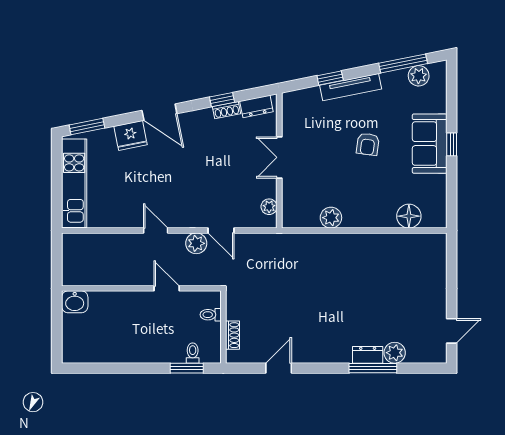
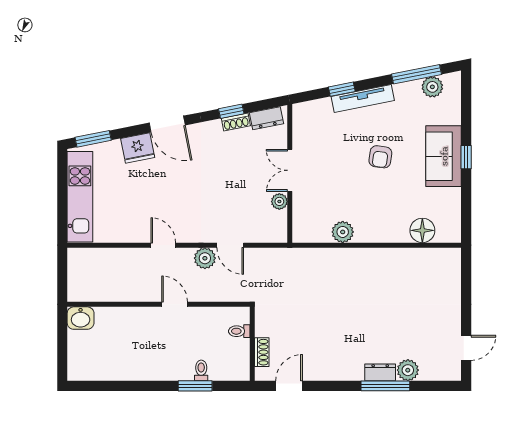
plant: (269, 207) -> (279, 201), moved
toilet: (211, 315) -> (239, 331), moved
wall: (223, 327) -> (252, 344), moved
shoe rack: (233, 335) -> (262, 352), moved

